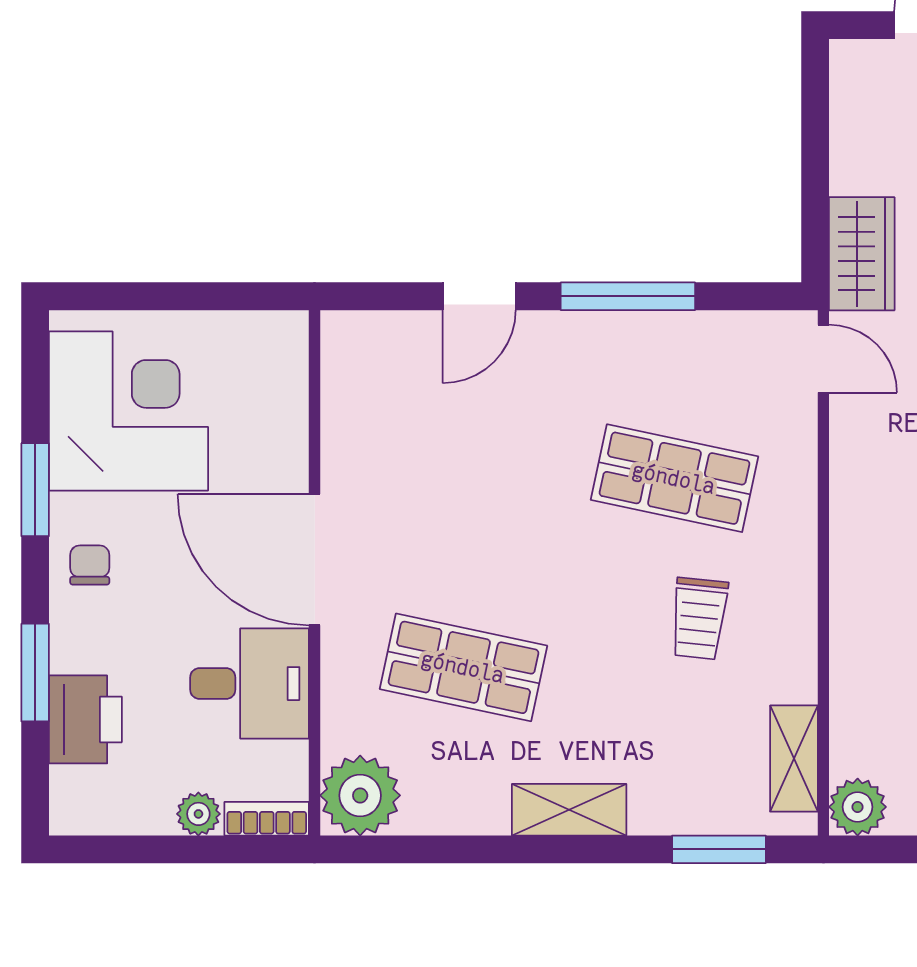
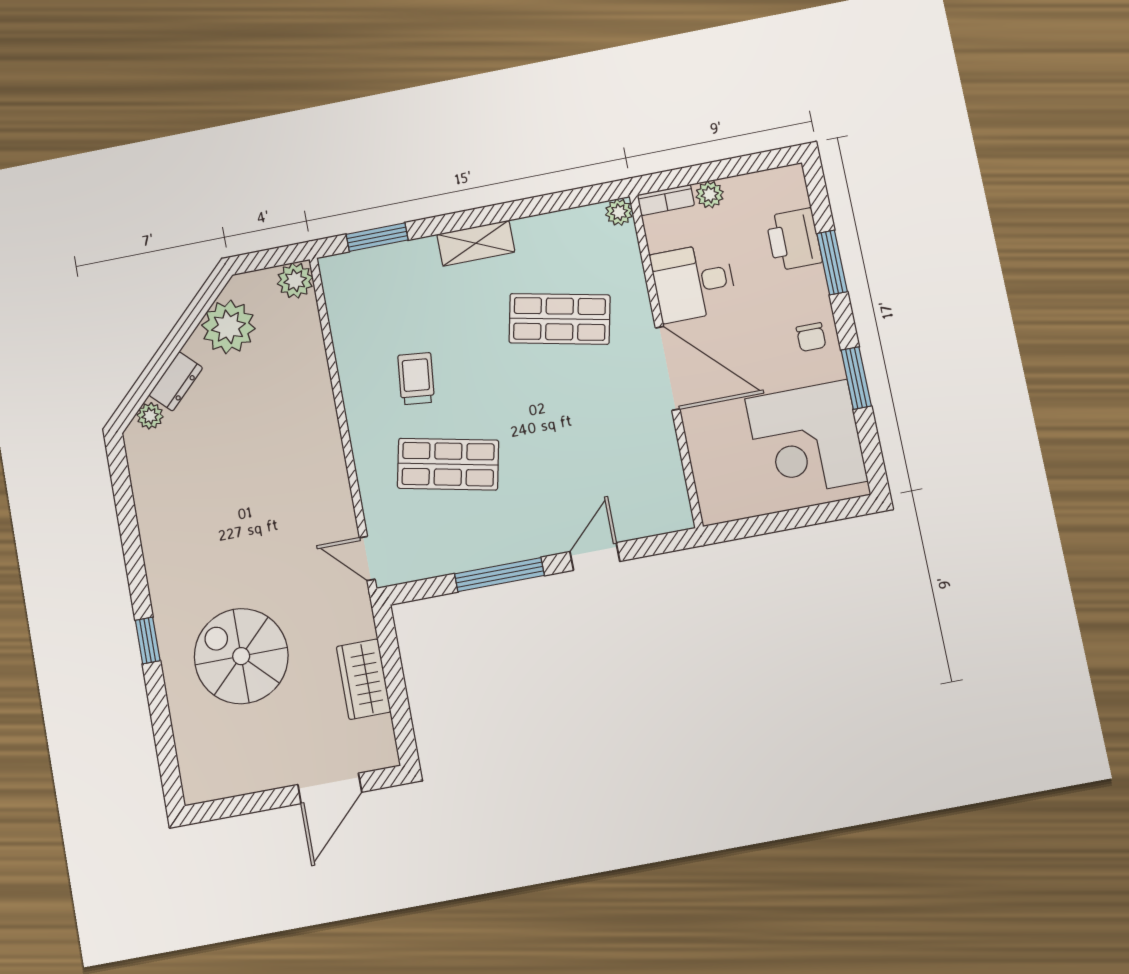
wardrobe: (862, 254) -> (364, 679), moved
shelving: (794, 759) -> (340, 303), removed
plant: (360, 795) -> (619, 212), width x0.53, depth x0.53

